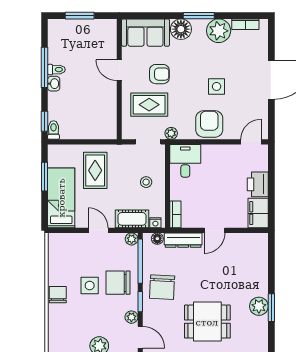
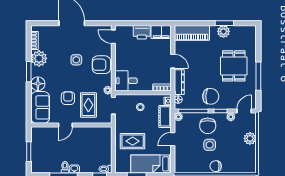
piano: (257, 259) -> (192, 33), added

